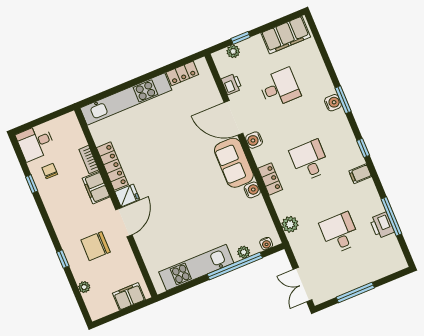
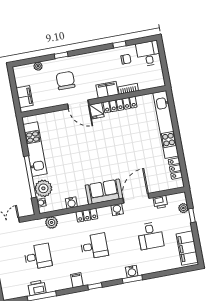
water cooler: (252, 190) -> (71, 203), moved
plant: (244, 252) -> (43, 188), width x1.87, depth x1.87

